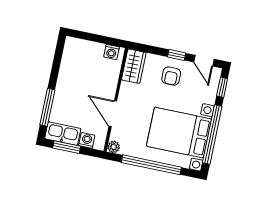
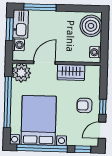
boiler: (80, 52) -> (91, 26), added
wardrobe: (134, 66) -> (71, 72), moved
plant: (114, 147) -> (21, 73), width x1.88, depth x1.88

